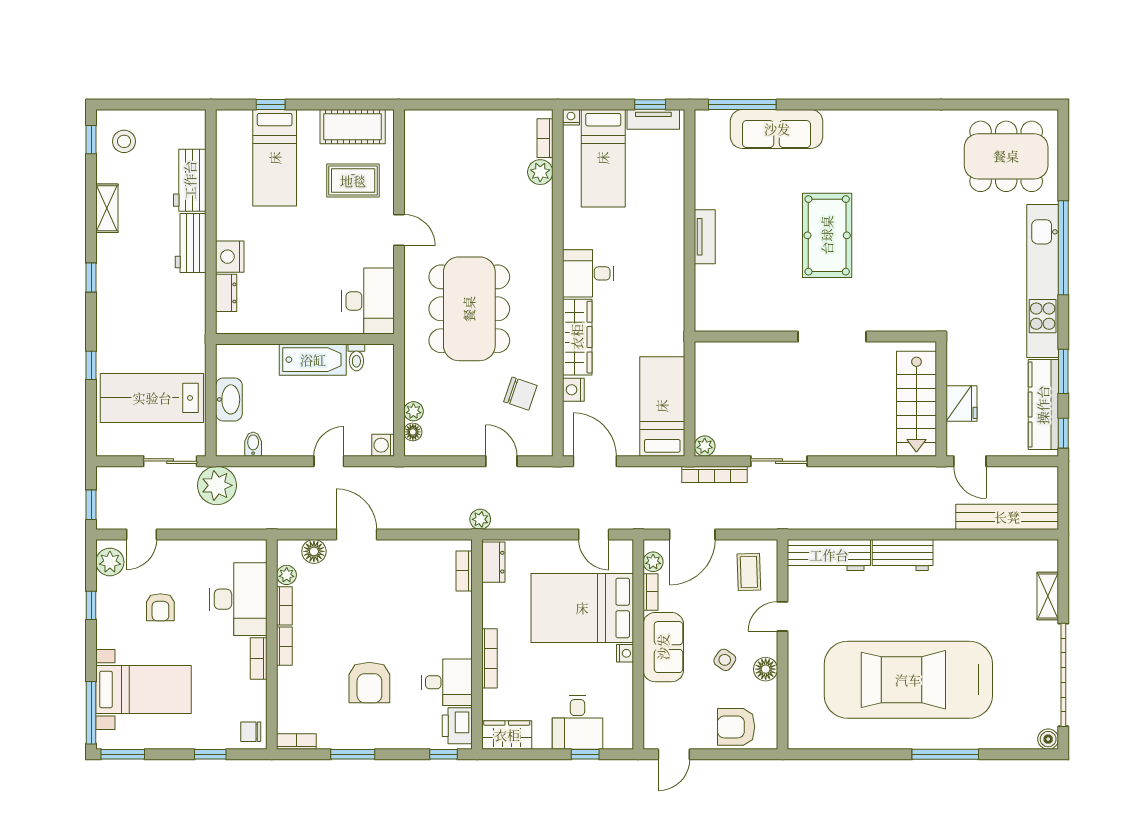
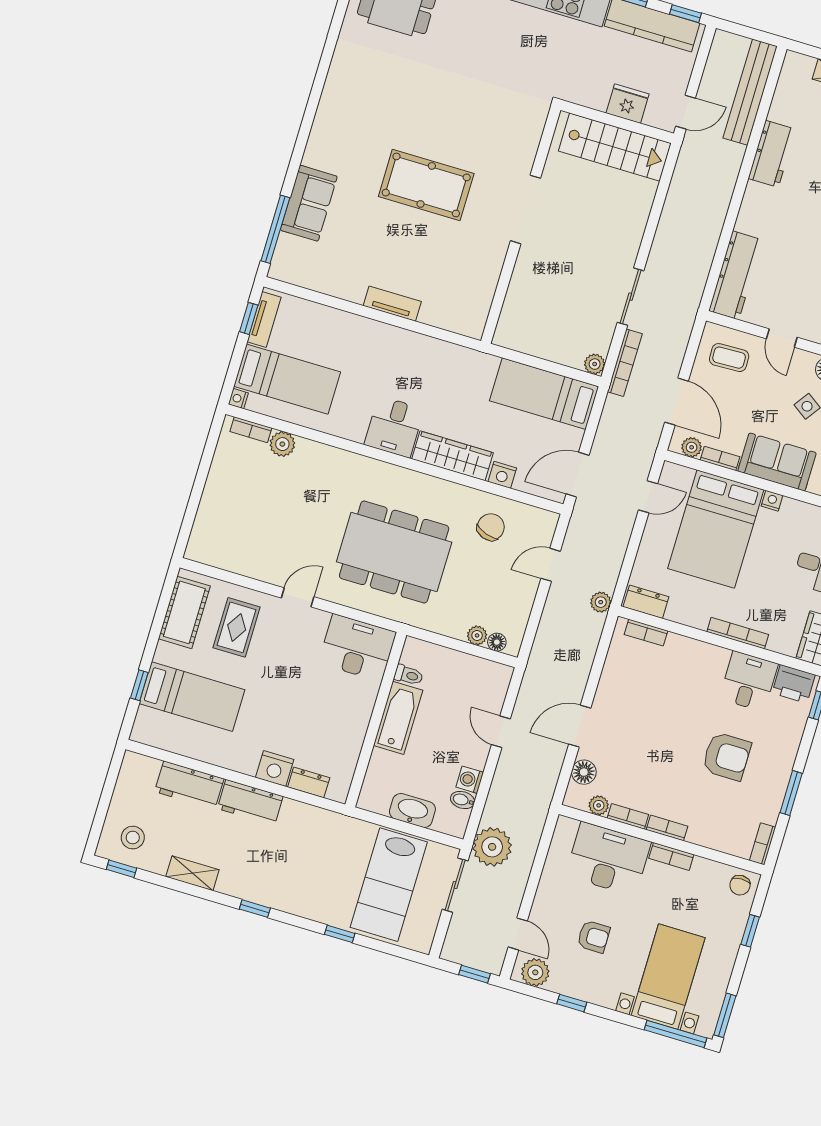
sofa: (777, 129) -> (309, 203), width x0.73
washing machine: (383, 445) -> (470, 780), moved, turned 90
workbench: (903, 555) -> (772, 154), moved

